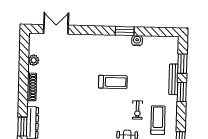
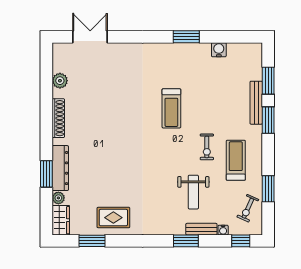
water cooler: (137, 41) -> (219, 50), moved
treadmill: (113, 82) -> (171, 108), turned 90

